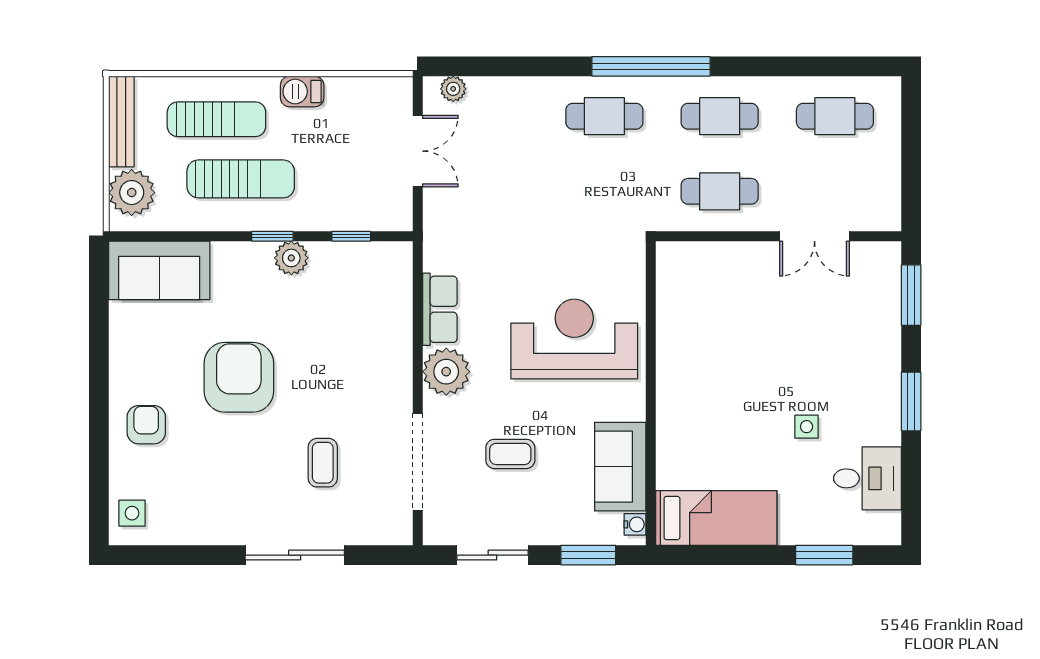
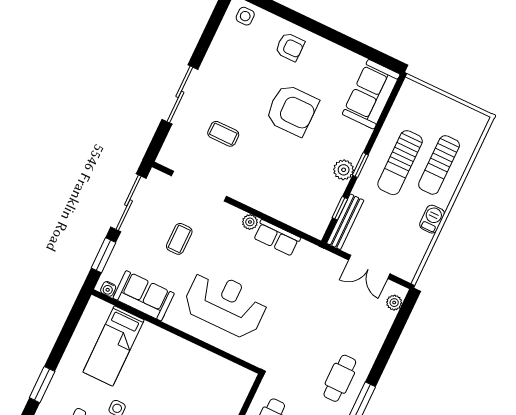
bench: (121, 121) -> (345, 222), moved, turned 90
plant: (132, 193) -> (421, 99), removed
reception desk: (574, 339) -> (226, 304), turned -90
plant: (446, 372) -> (250, 222), width x0.53, depth x0.53
bed: (716, 518) -> (114, 346), moved
sliding door: (492, 555) -> (128, 203), width x1.37

